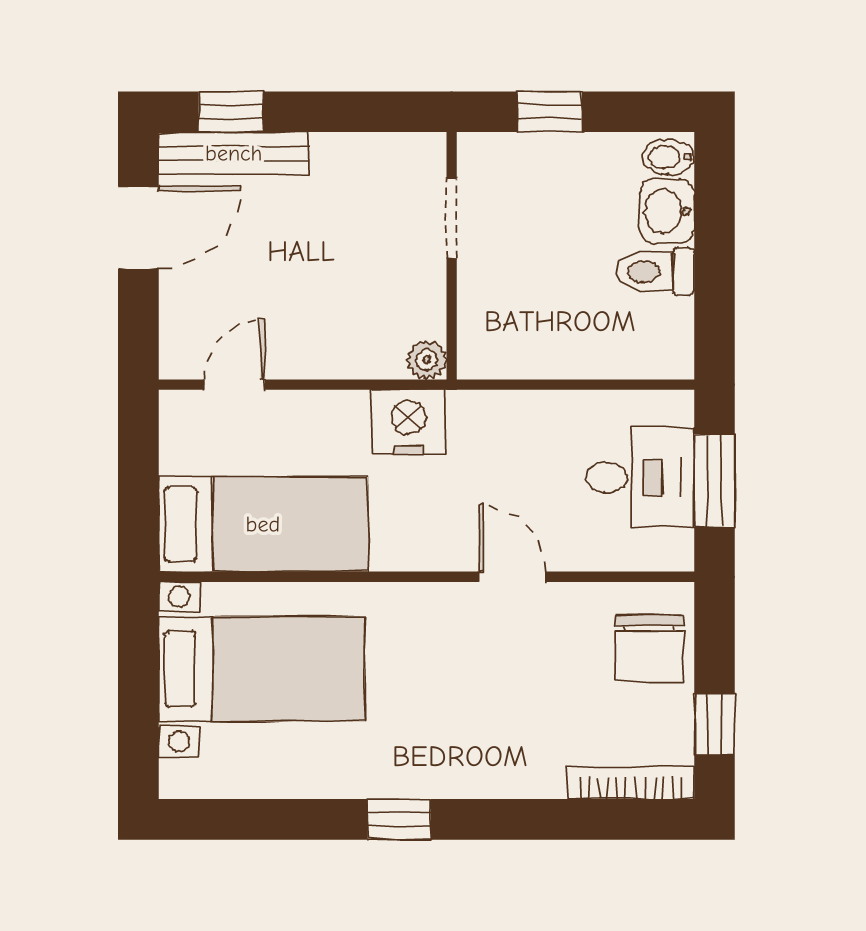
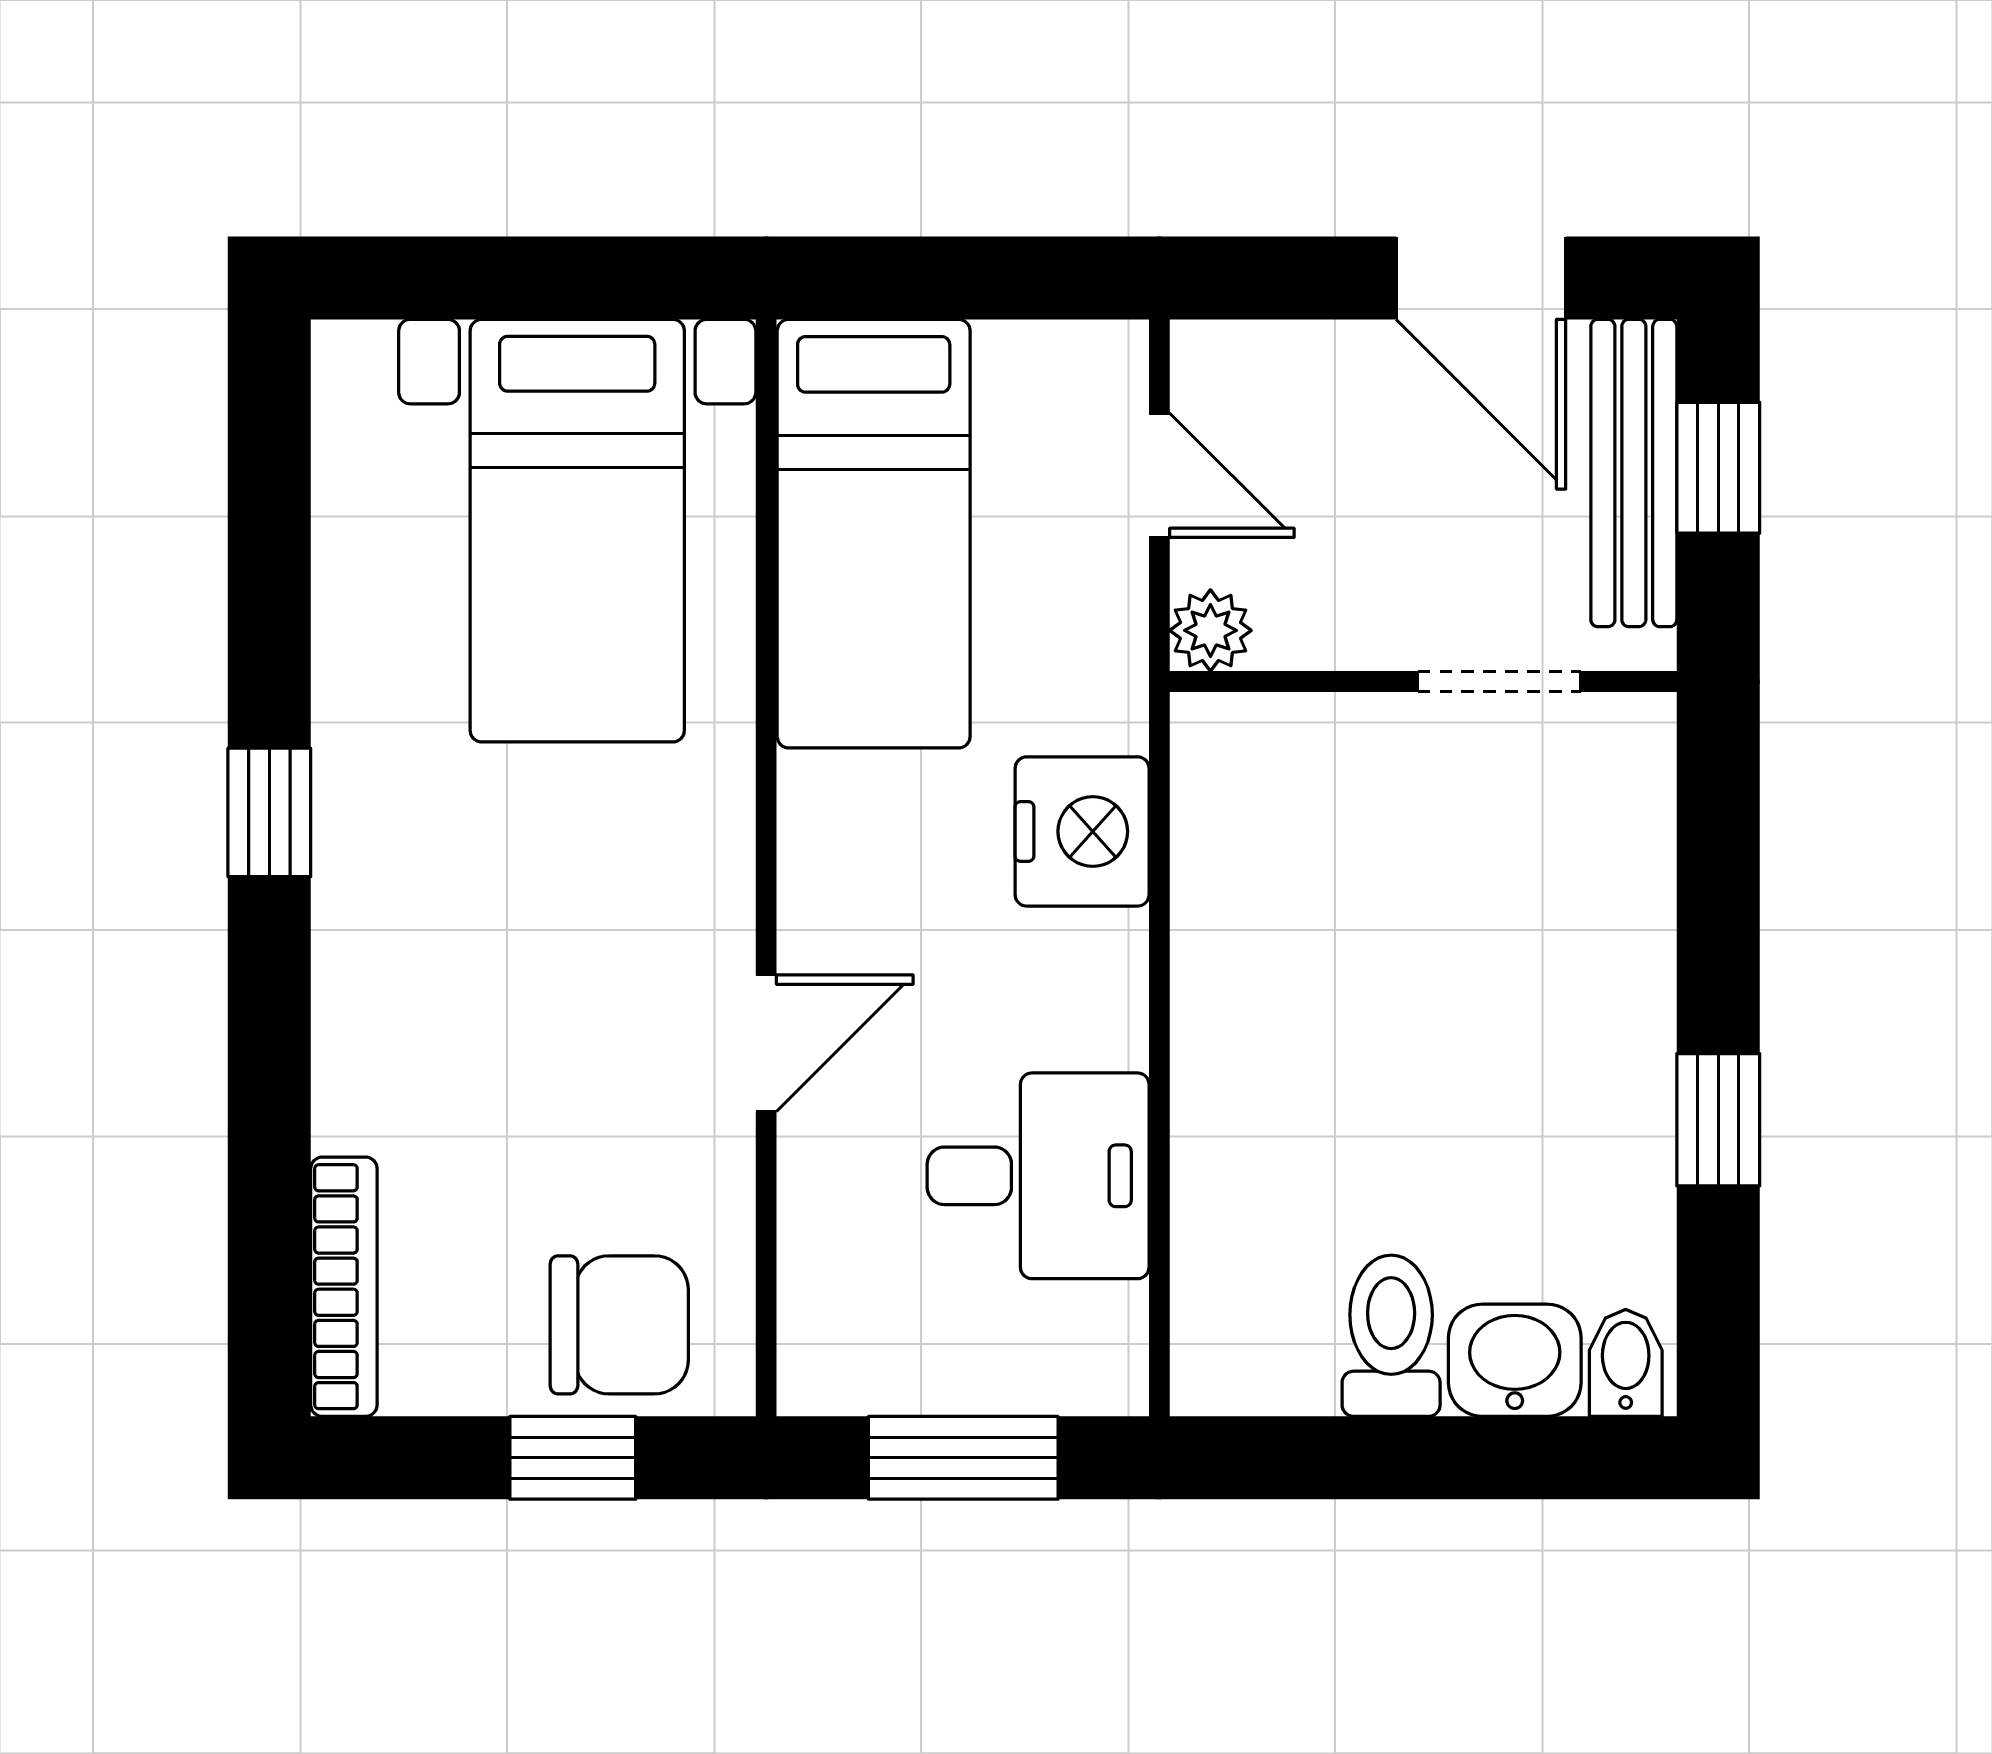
doorway: (452, 219) -> (1499, 682), moved
wall: (452, 256) -> (1423, 682), moved
plant: (427, 360) -> (1210, 630), moved
desk: (640, 478) -> (1038, 1176), moved, turned -90
chair: (650, 648) -> (619, 1325), turned 180
window: (714, 724) -> (573, 1458), moved

